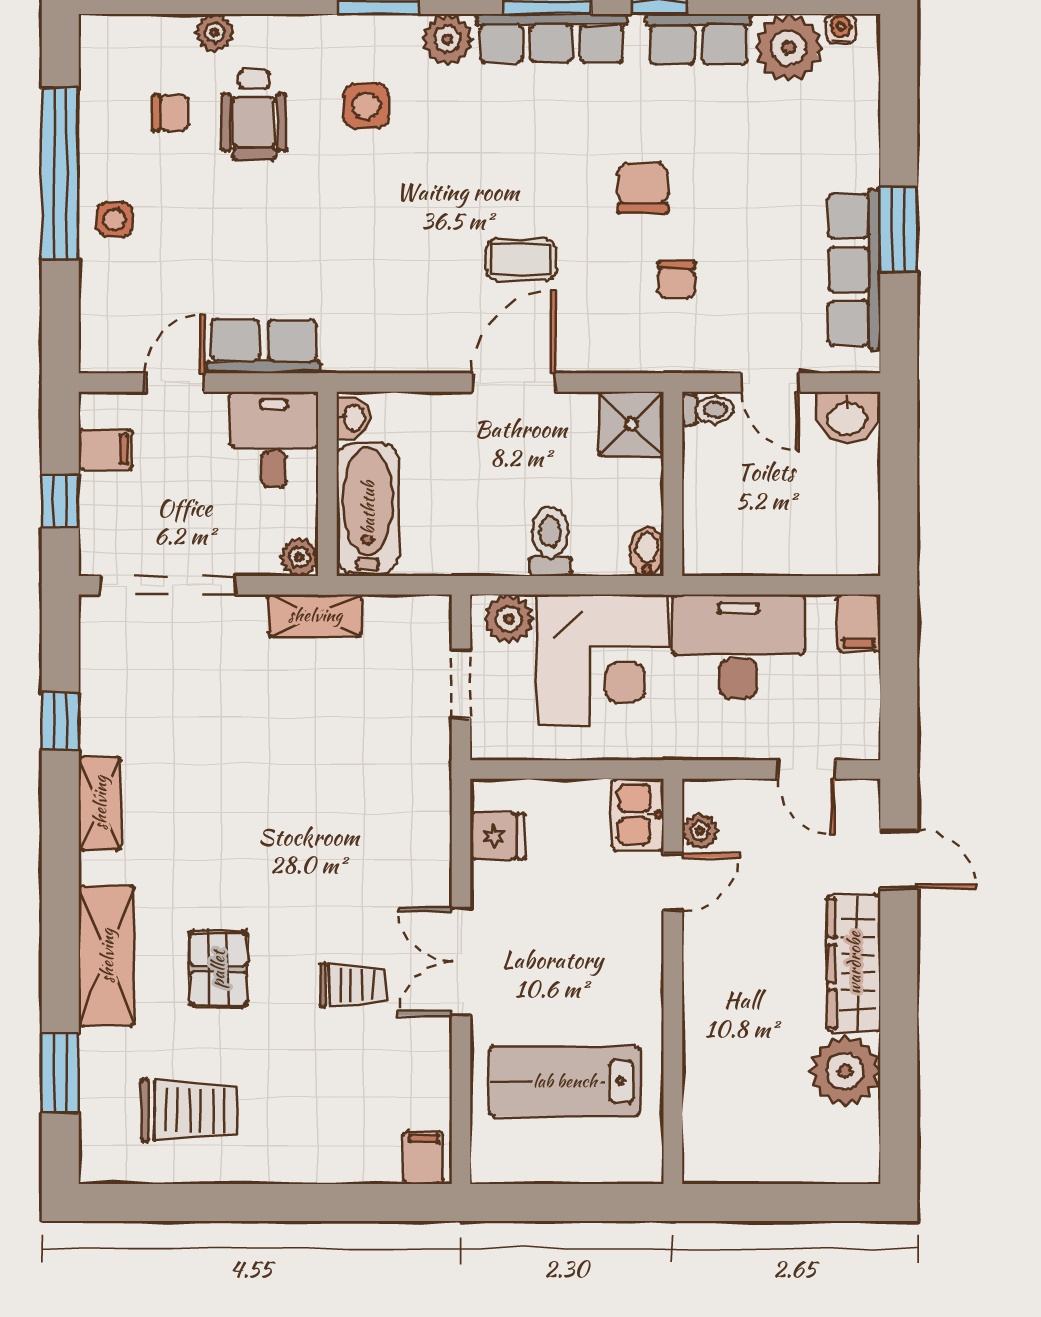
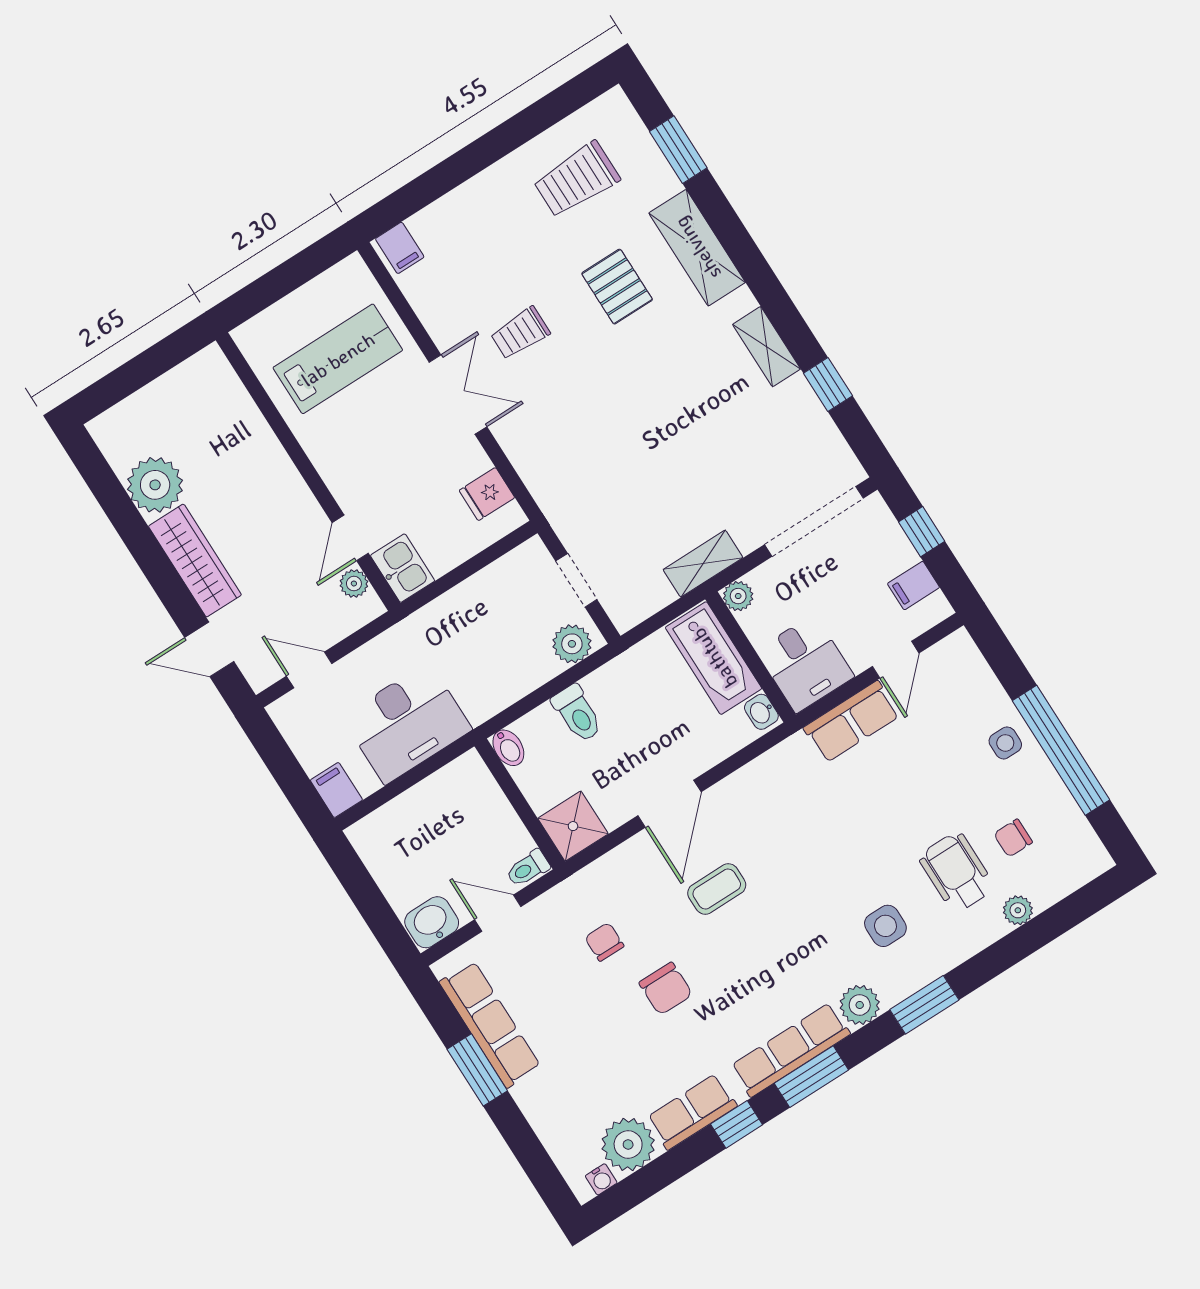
corner desk: (603, 660) -> (492, 656), removed

